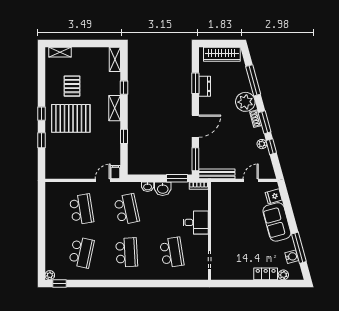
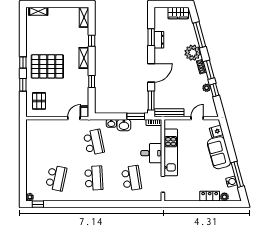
wardrobe: (222, 54) -> (178, 13), width x0.67
pallet: (72, 86) -> (39, 101), moved
school desk: (81, 209) -> (56, 142), removed
kitchen unit: (219, 222) -> (171, 152), added

